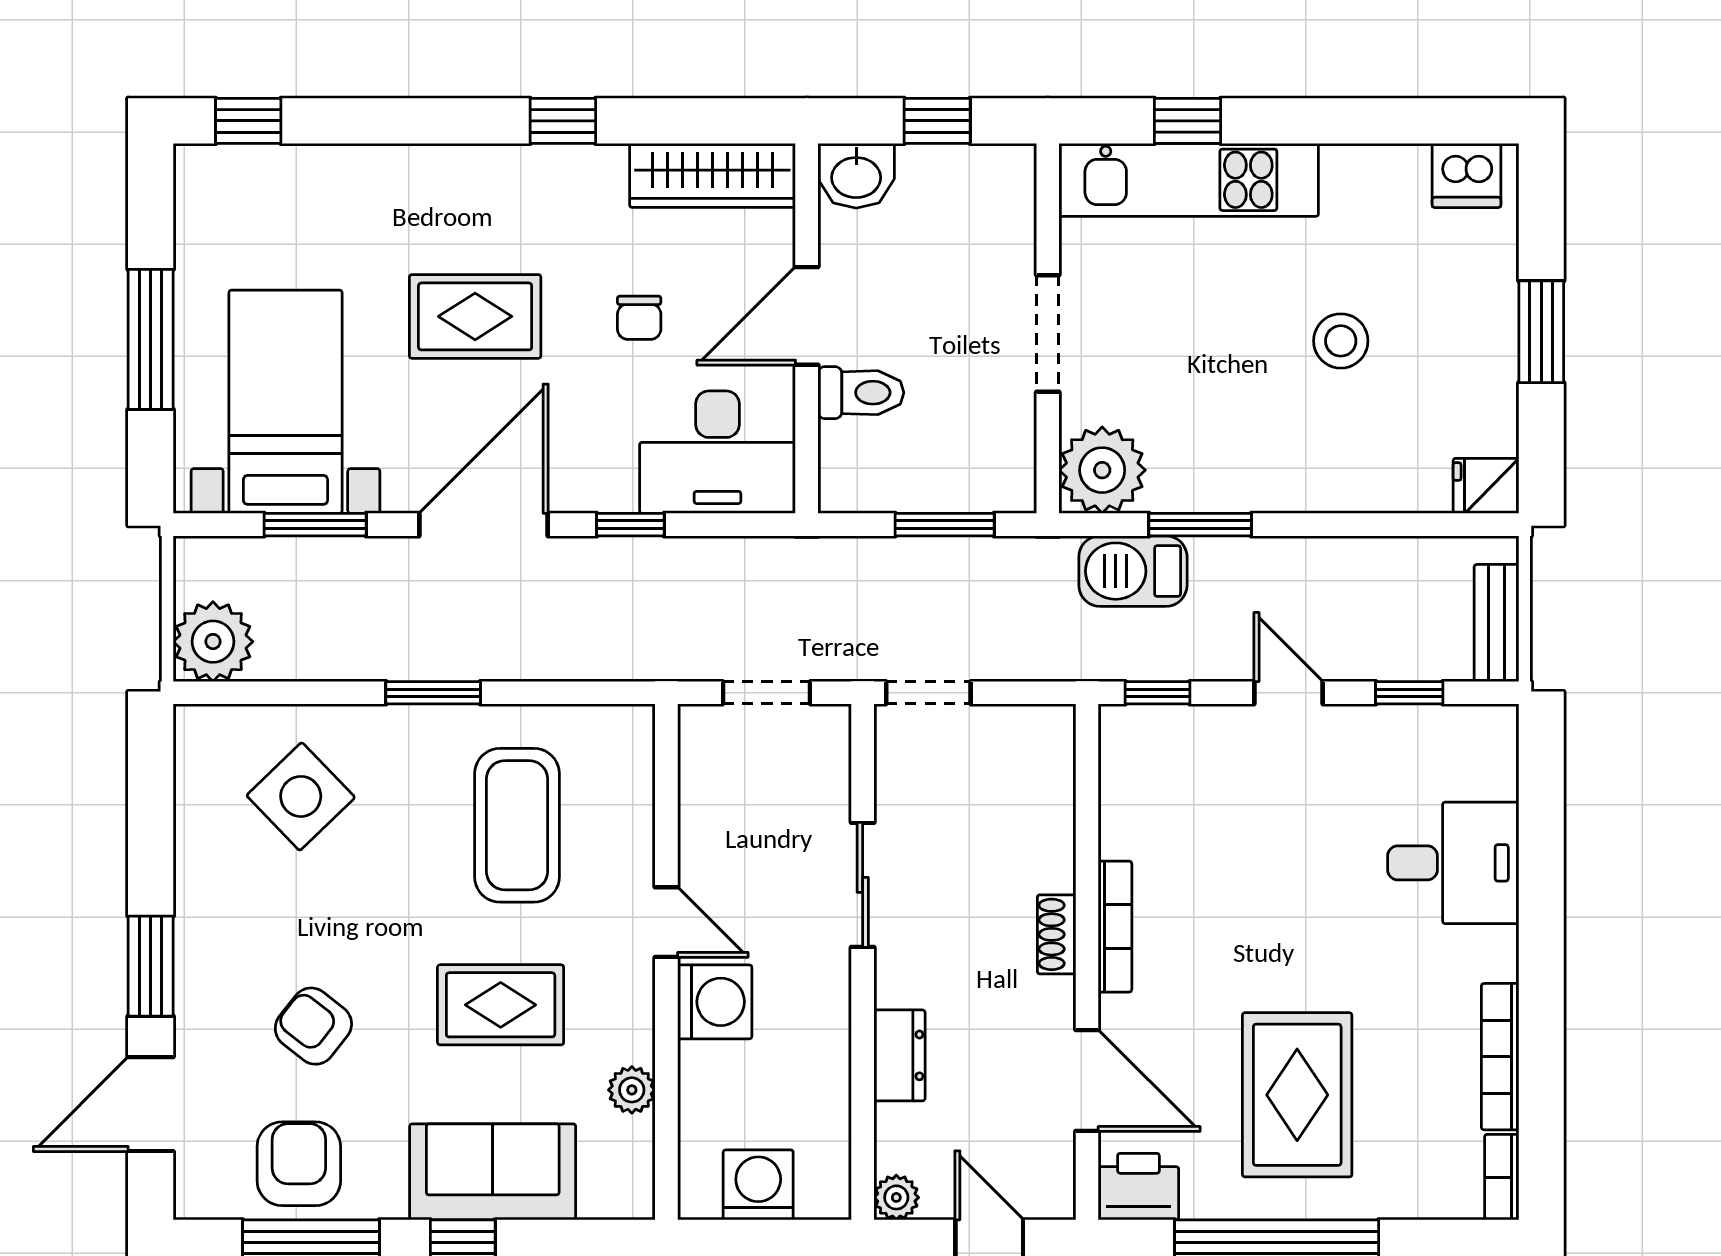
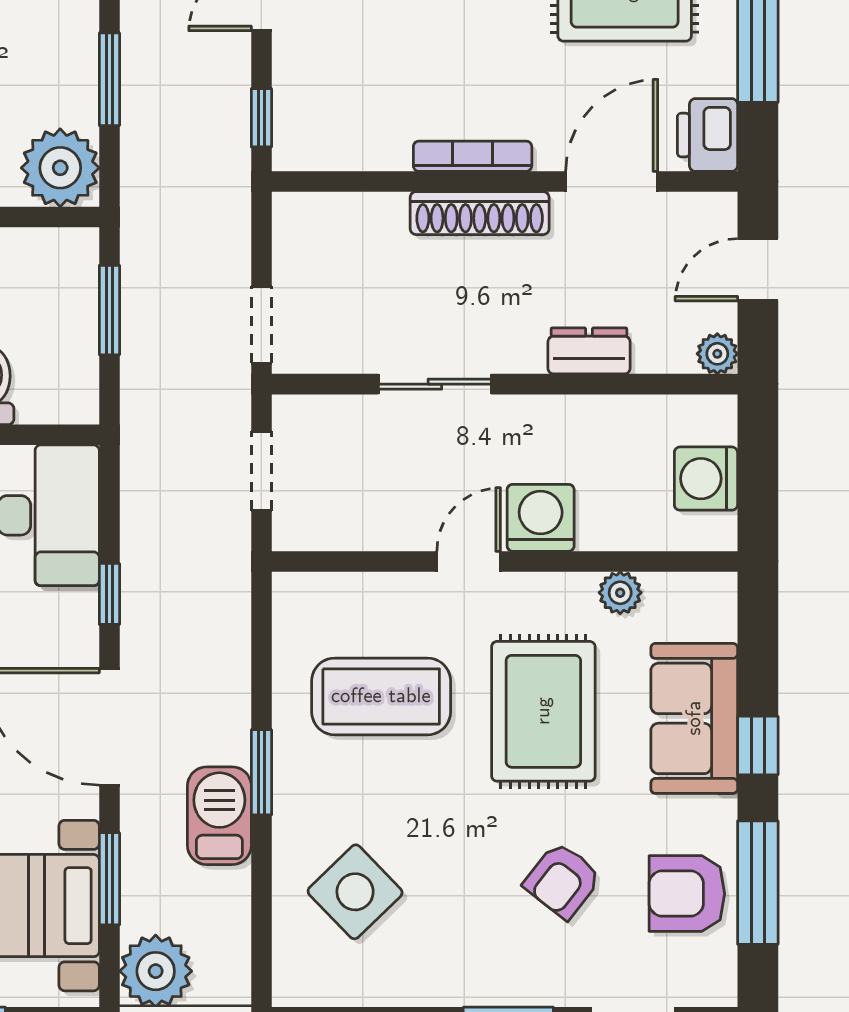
barbecue: (1133, 571) -> (219, 816), moved, turned 180
plant: (213, 642) -> (156, 971), moved
shoe rack: (1057, 934) -> (480, 213), width x1.94, depth x1.24
rug: (501, 1005) -> (543, 711), width x1.36, depth x1.43

